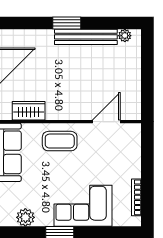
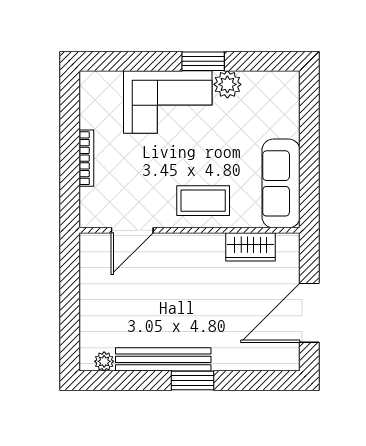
bookcase: (136, 197) -> (86, 158), moved
plant: (25, 217) -> (227, 84), moved

